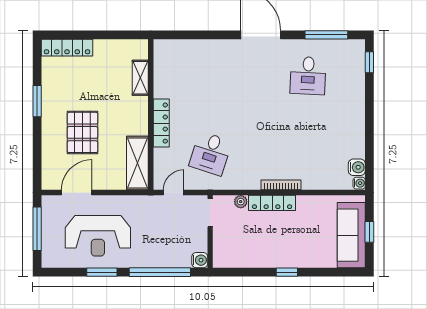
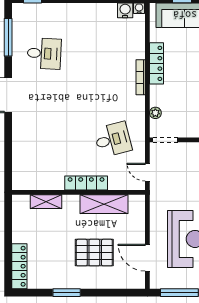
desk: (210, 153) -> (113, 140), turned -33
shelving: (137, 163) -> (104, 204), moved
locker: (272, 203) -> (156, 63), moved

